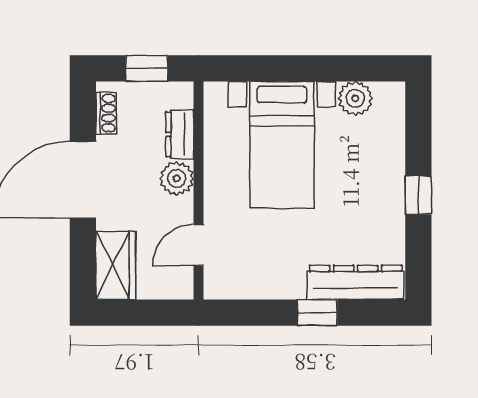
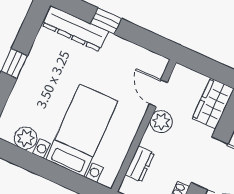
plant: (177, 178) -> (161, 122), moved
door: (198, 245) -> (158, 93), swing flipped

